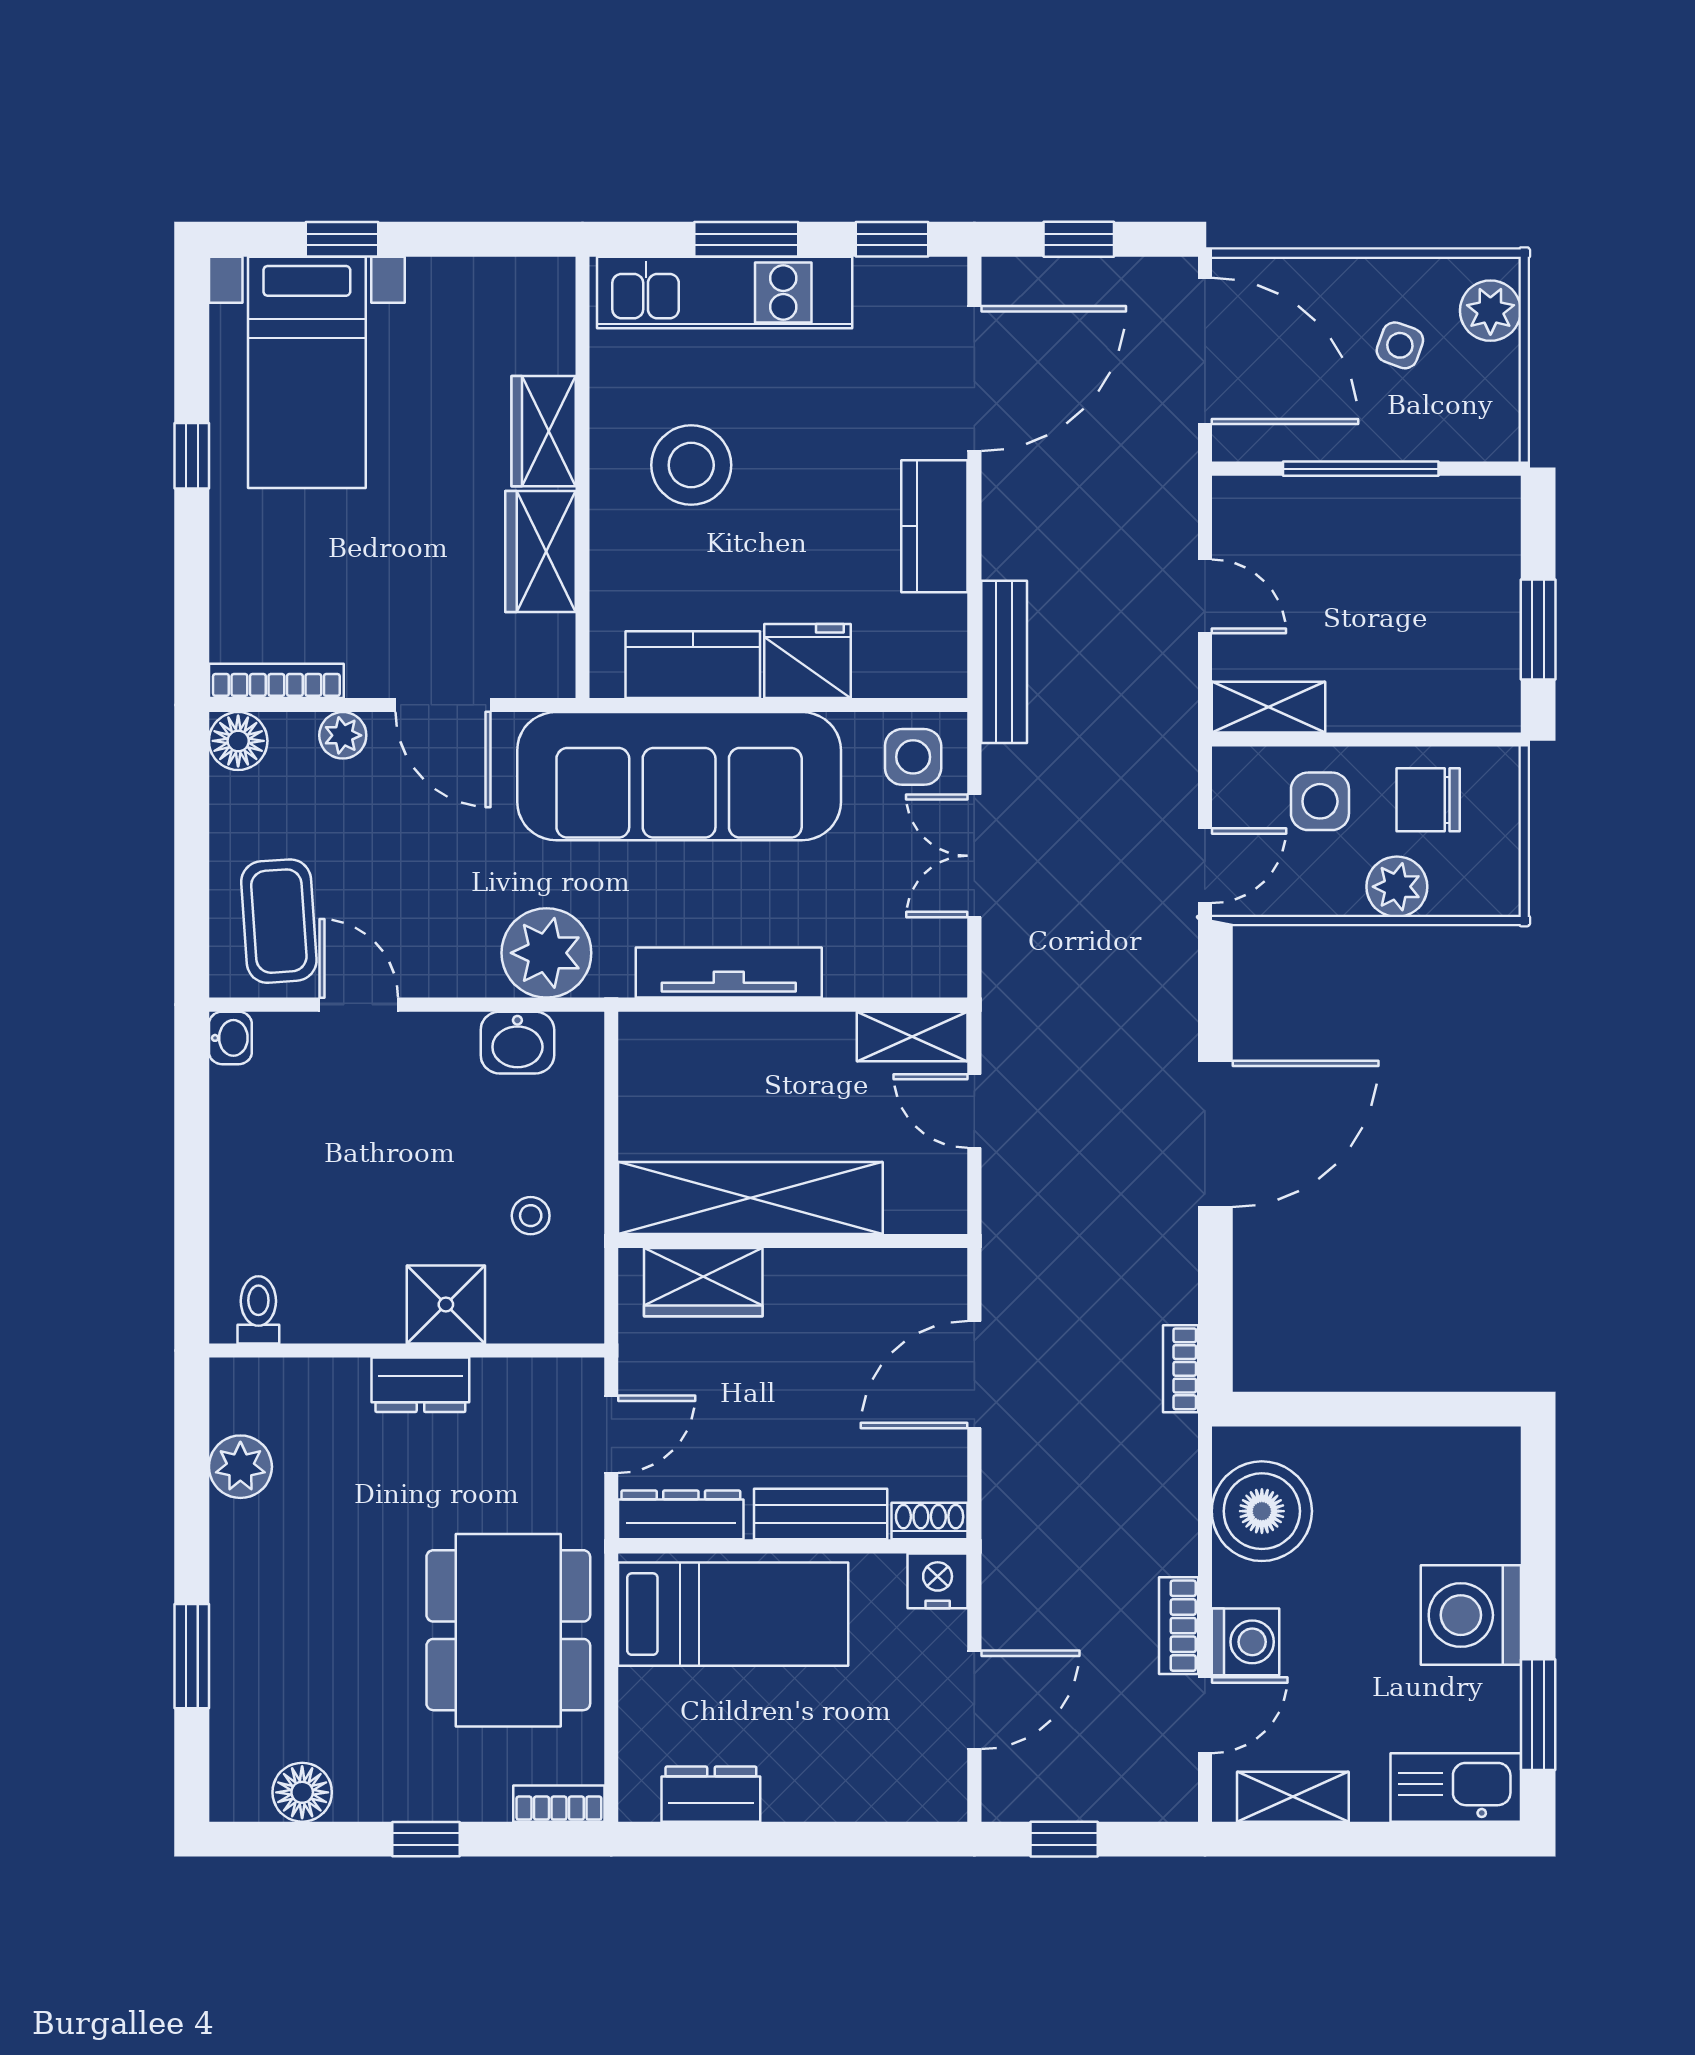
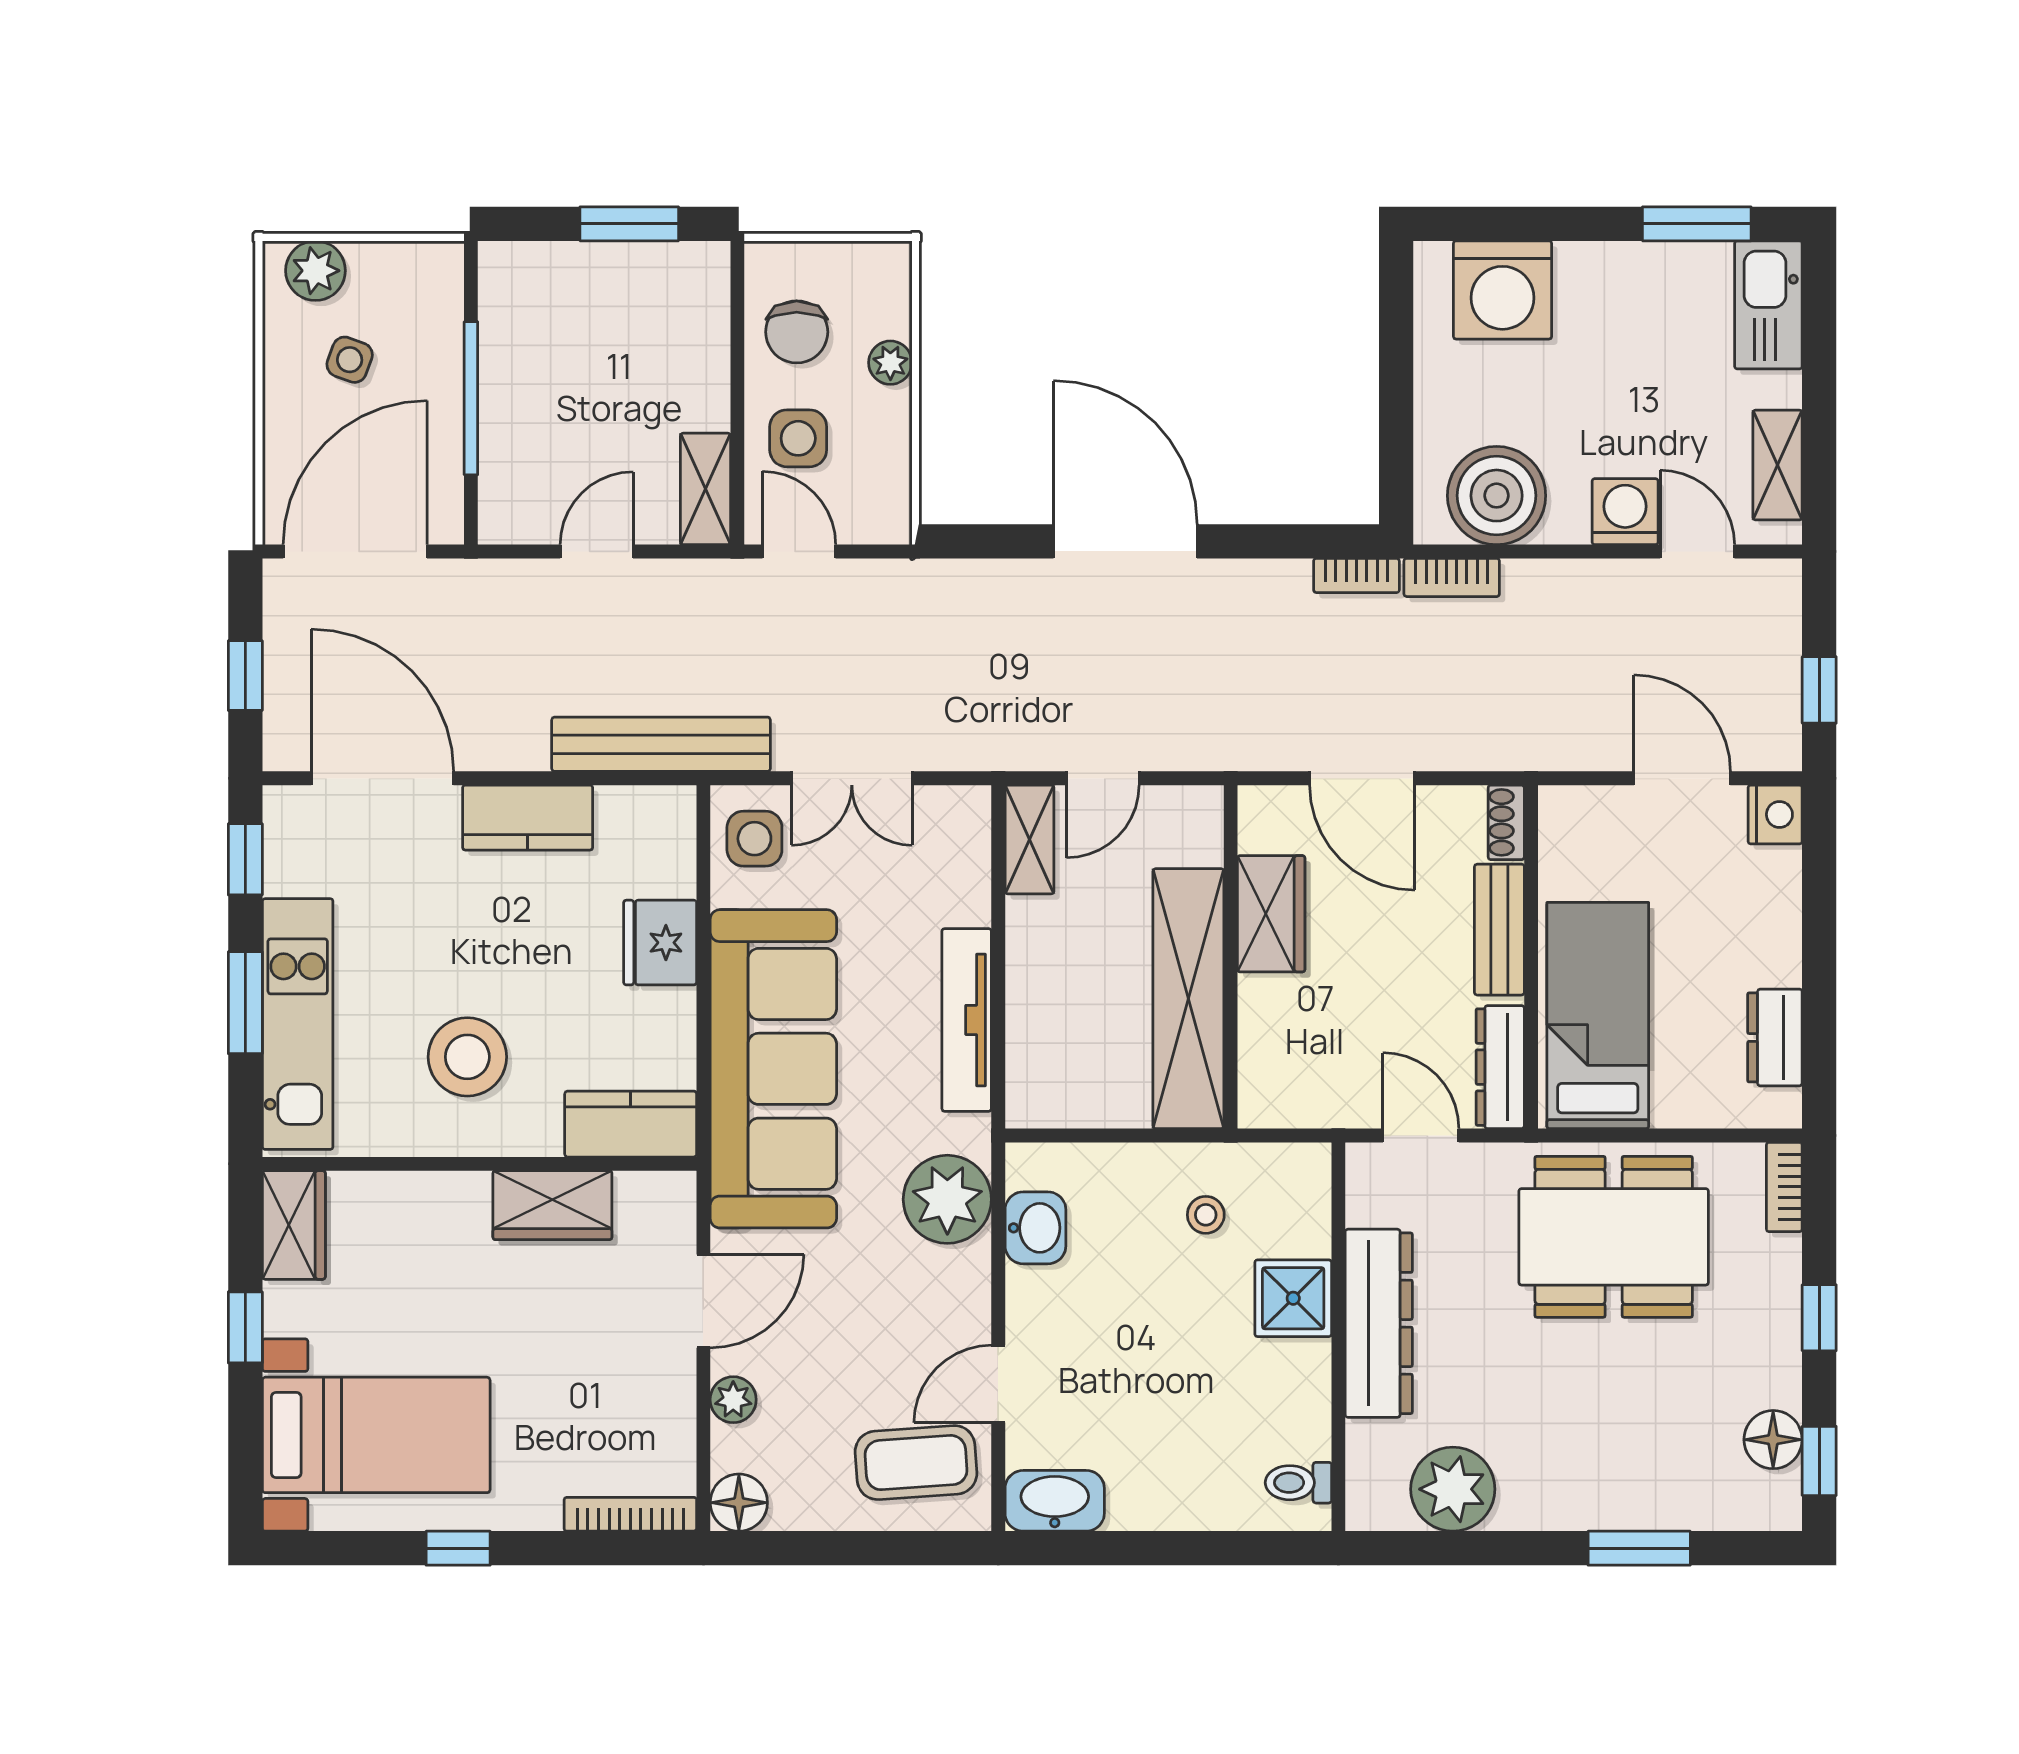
window: (342, 239) -> (245, 1327), moved
wardrobe: (544, 431) -> (294, 1225), moved, turned -90
bench: (1004, 662) -> (661, 744), width x1.37, depth x1.21
kitchen counter: (693, 665) -> (631, 1124), moved, turned 90
bookcase: (276, 681) -> (630, 1514), moved, turned 90
door: (1205, 866) -> (799, 551), moved
plant: (1397, 887) -> (890, 363), width x0.73, depth x0.73
washbasin: (230, 1038) -> (1055, 1501), width x1.91, depth x1.45
wardrobe: (703, 1282) -> (1271, 914), moved
dresser: (420, 1385) -> (1379, 1323), width x1.96, depth x1.24
plant: (240, 1467) -> (1453, 1489), width x1.36, depth x1.36
nightstand: (938, 1581) -> (1775, 814), moved, turned 180
washing machine: (1471, 1615) -> (1503, 290), moved
bookcase: (1179, 1626) -> (1452, 577), moved
window: (280, 1839) -> (1819, 1461), added

